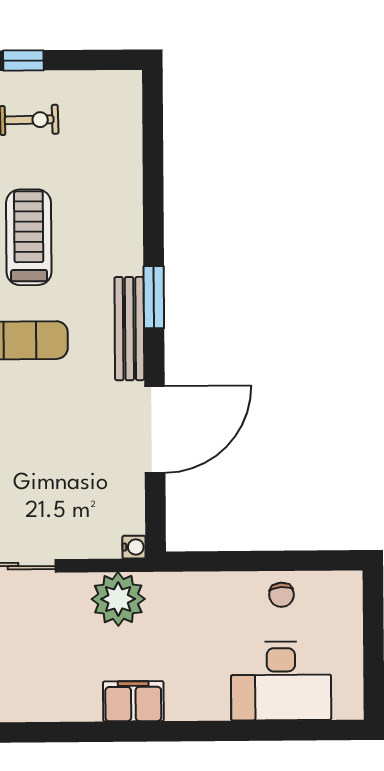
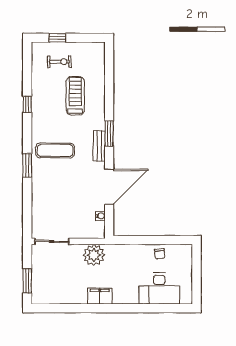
treadmill: (29, 237) -> (75, 96), moved
bench: (129, 329) -> (99, 146), width x0.73
water cooler: (134, 547) -> (100, 216), moved

